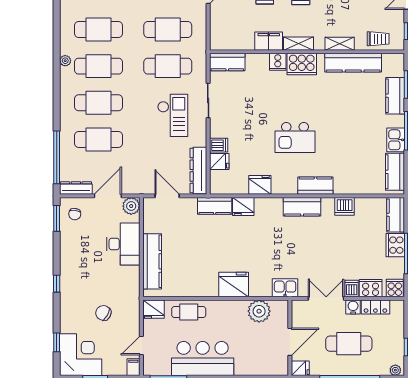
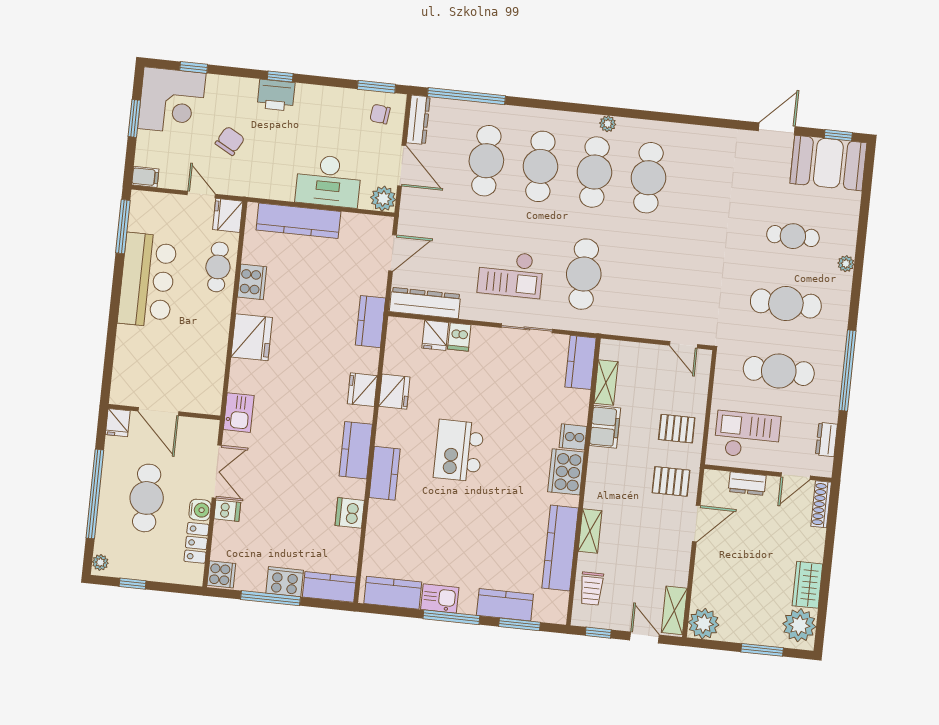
cafe table: (168, 29) -> (638, 280), removed
shelving: (298, 44) -> (606, 383), moved
fridge: (243, 207) -> (362, 390), moved
printer: (69, 285) -> (276, 95), added
cooker: (371, 288) -> (252, 282), moved
plant: (259, 311) -> (208, 371), removed
door: (141, 346) -> (201, 194), moved

